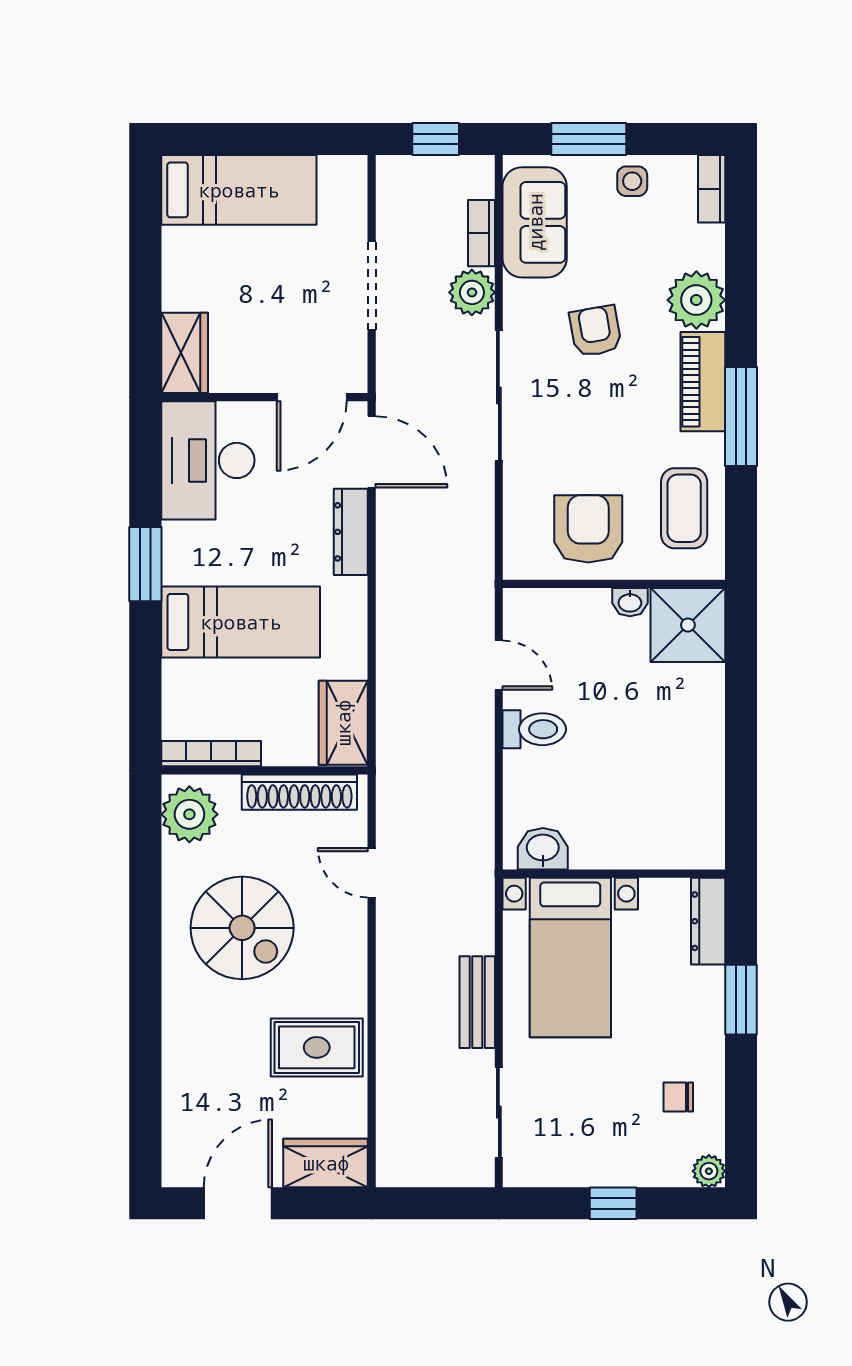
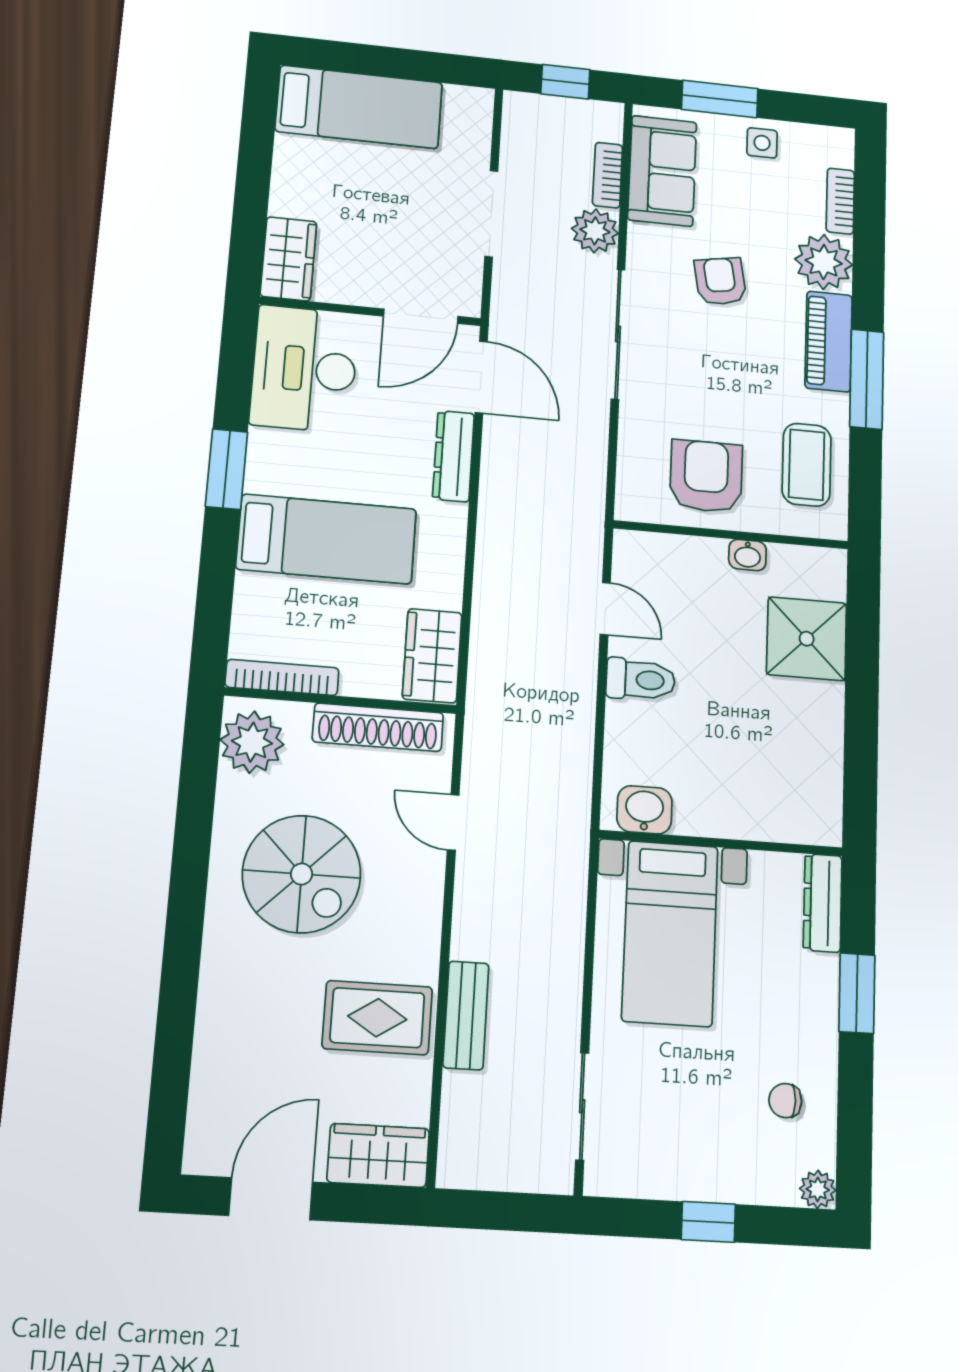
bookcase: (712, 189) -> (840, 201), moved
shower: (688, 625) -> (807, 639), moved
bench: (477, 1002) -> (466, 1015), moved

